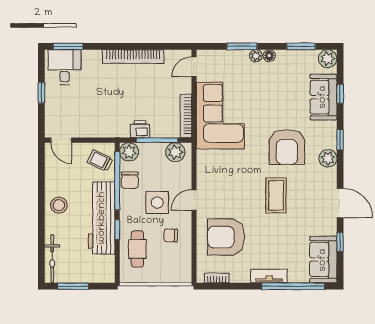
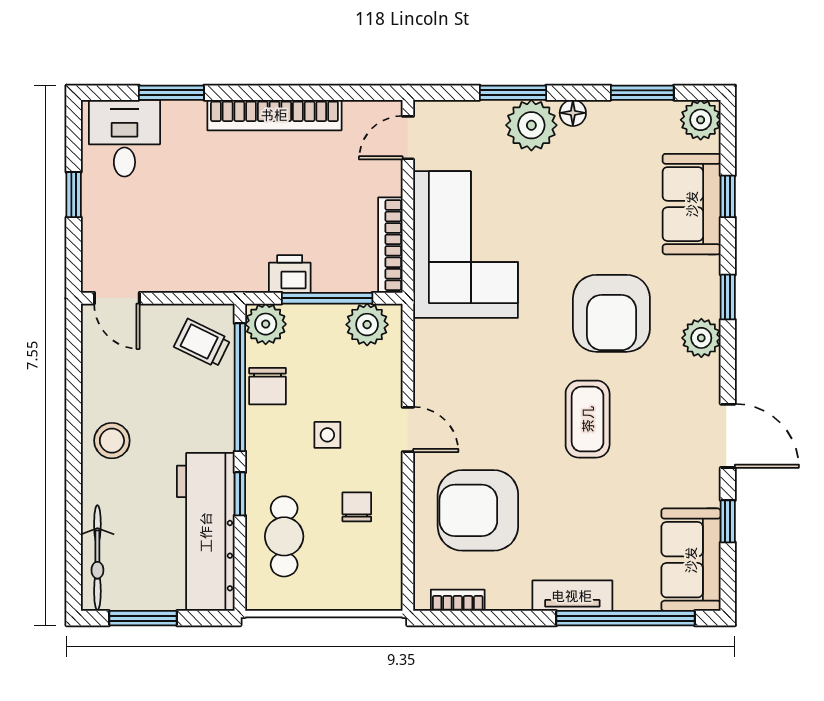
window: (68, 46) -> (171, 93), moved
plant: (256, 56) -> (531, 125), width x1.88, depth x1.88
door: (194, 200) -> (408, 430), swing flipped
side table: (157, 203) -> (327, 435), width x0.54, depth x0.54
workbench: (102, 218) -> (206, 532), moved
chair: (171, 235) -> (357, 507), turned 89

